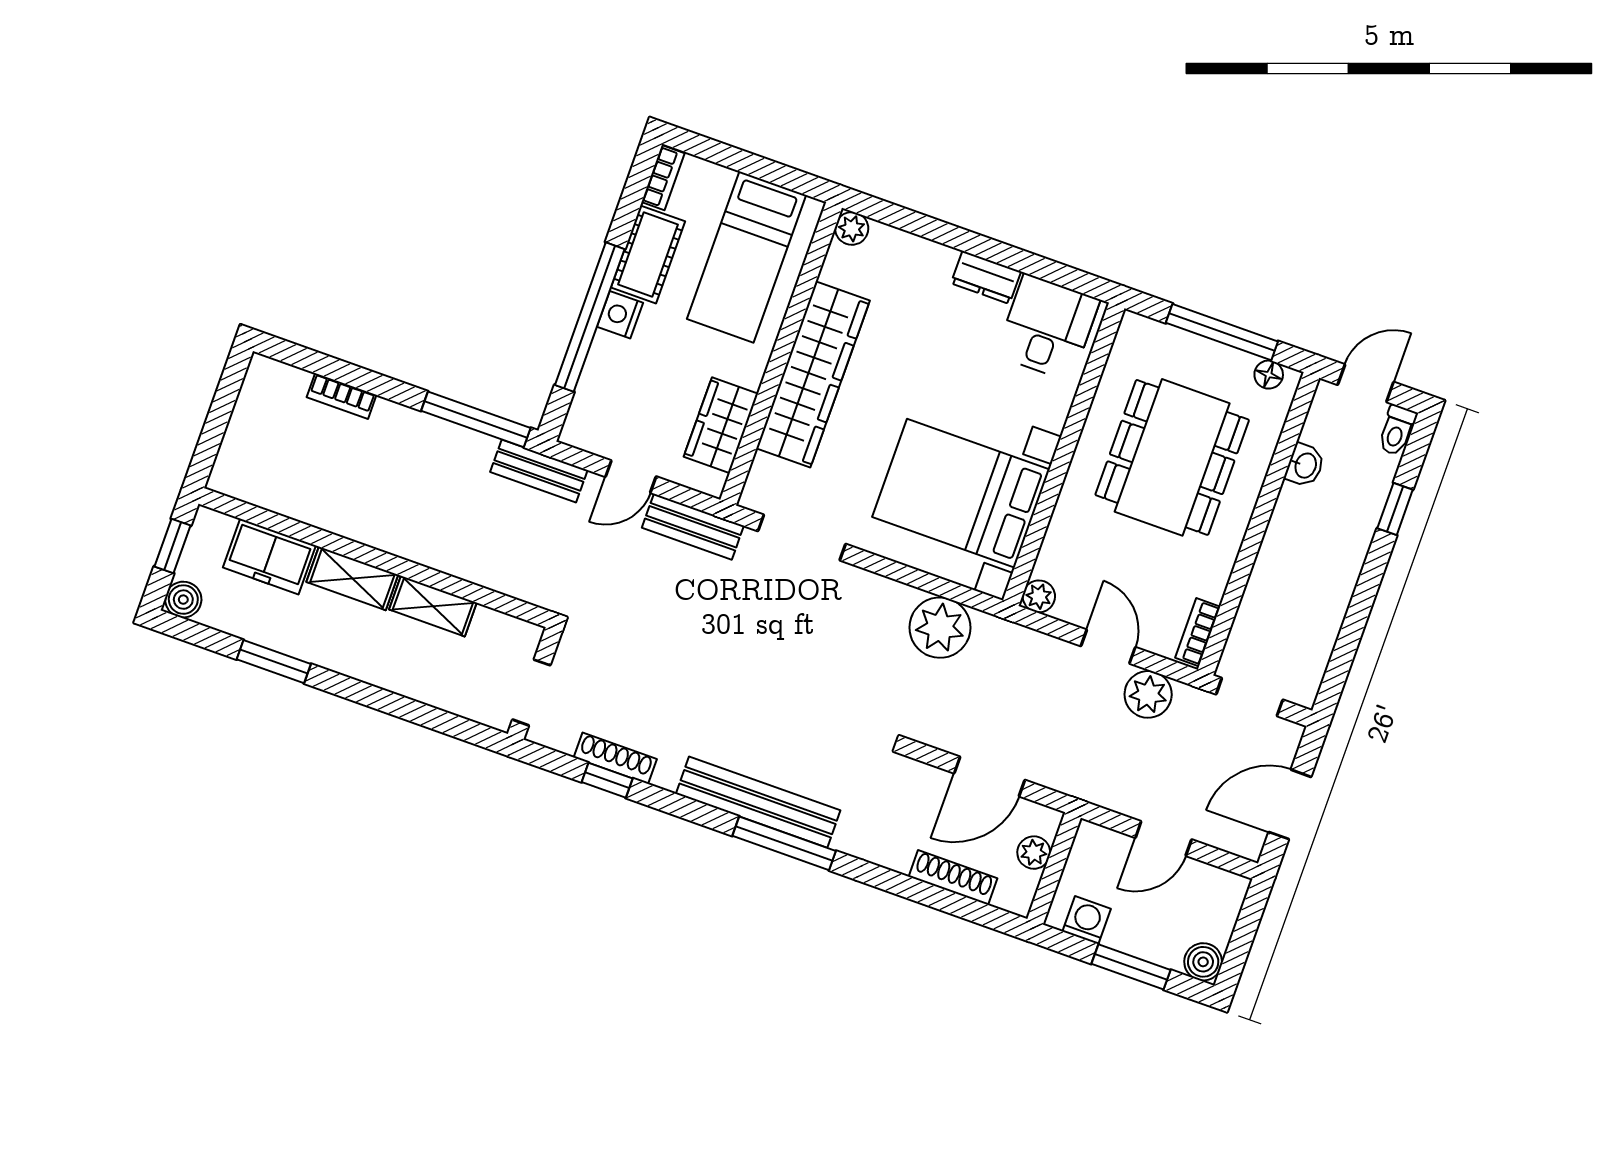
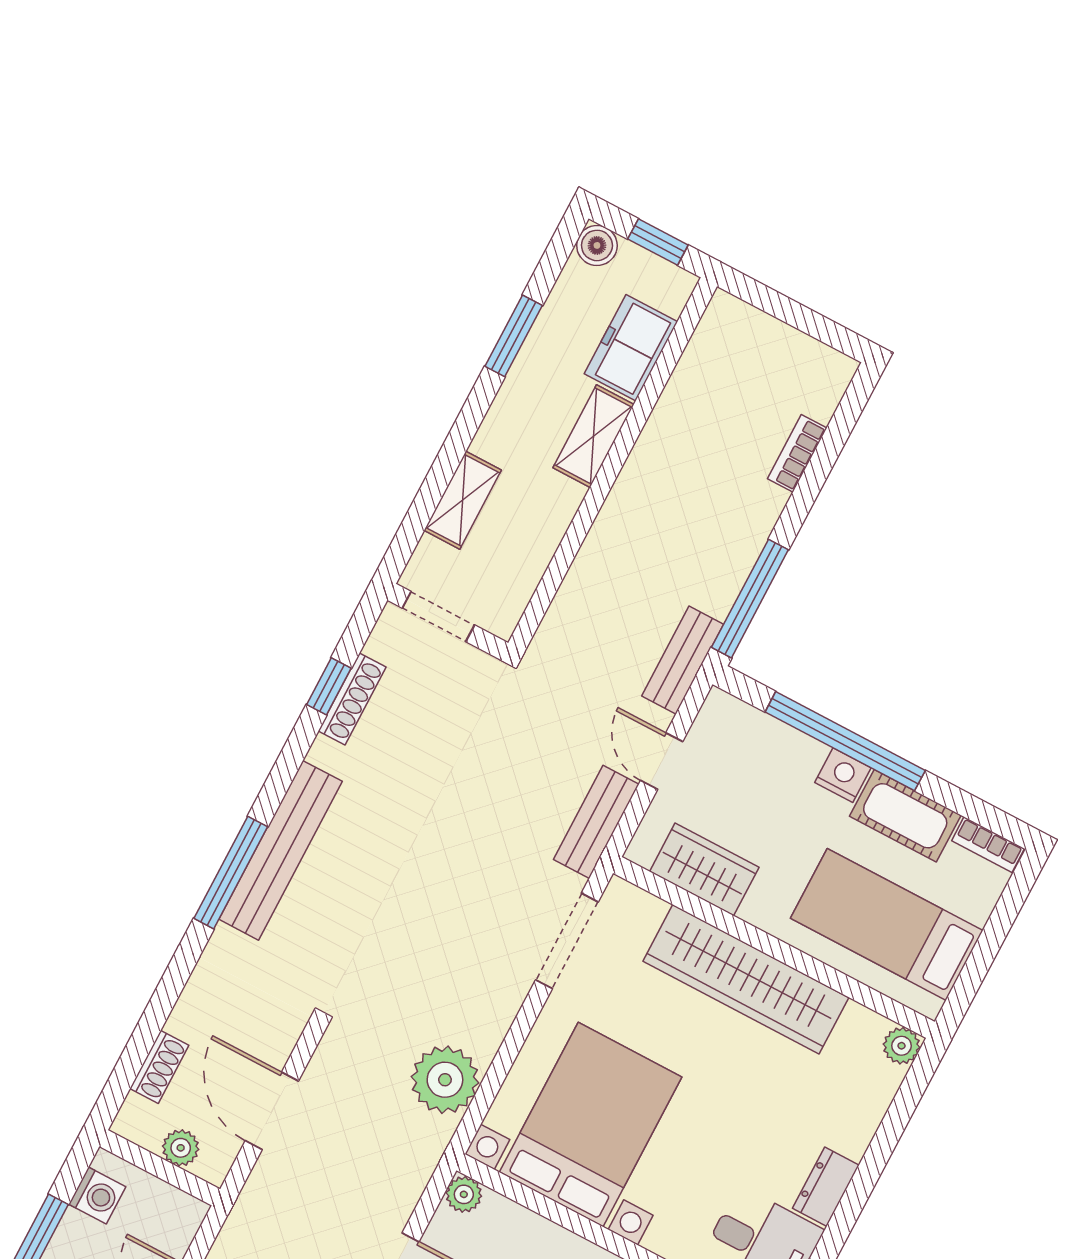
shelving: (433, 606) -> (463, 500), moved
shoe rack: (953, 877) -> (159, 1067), width x0.70

